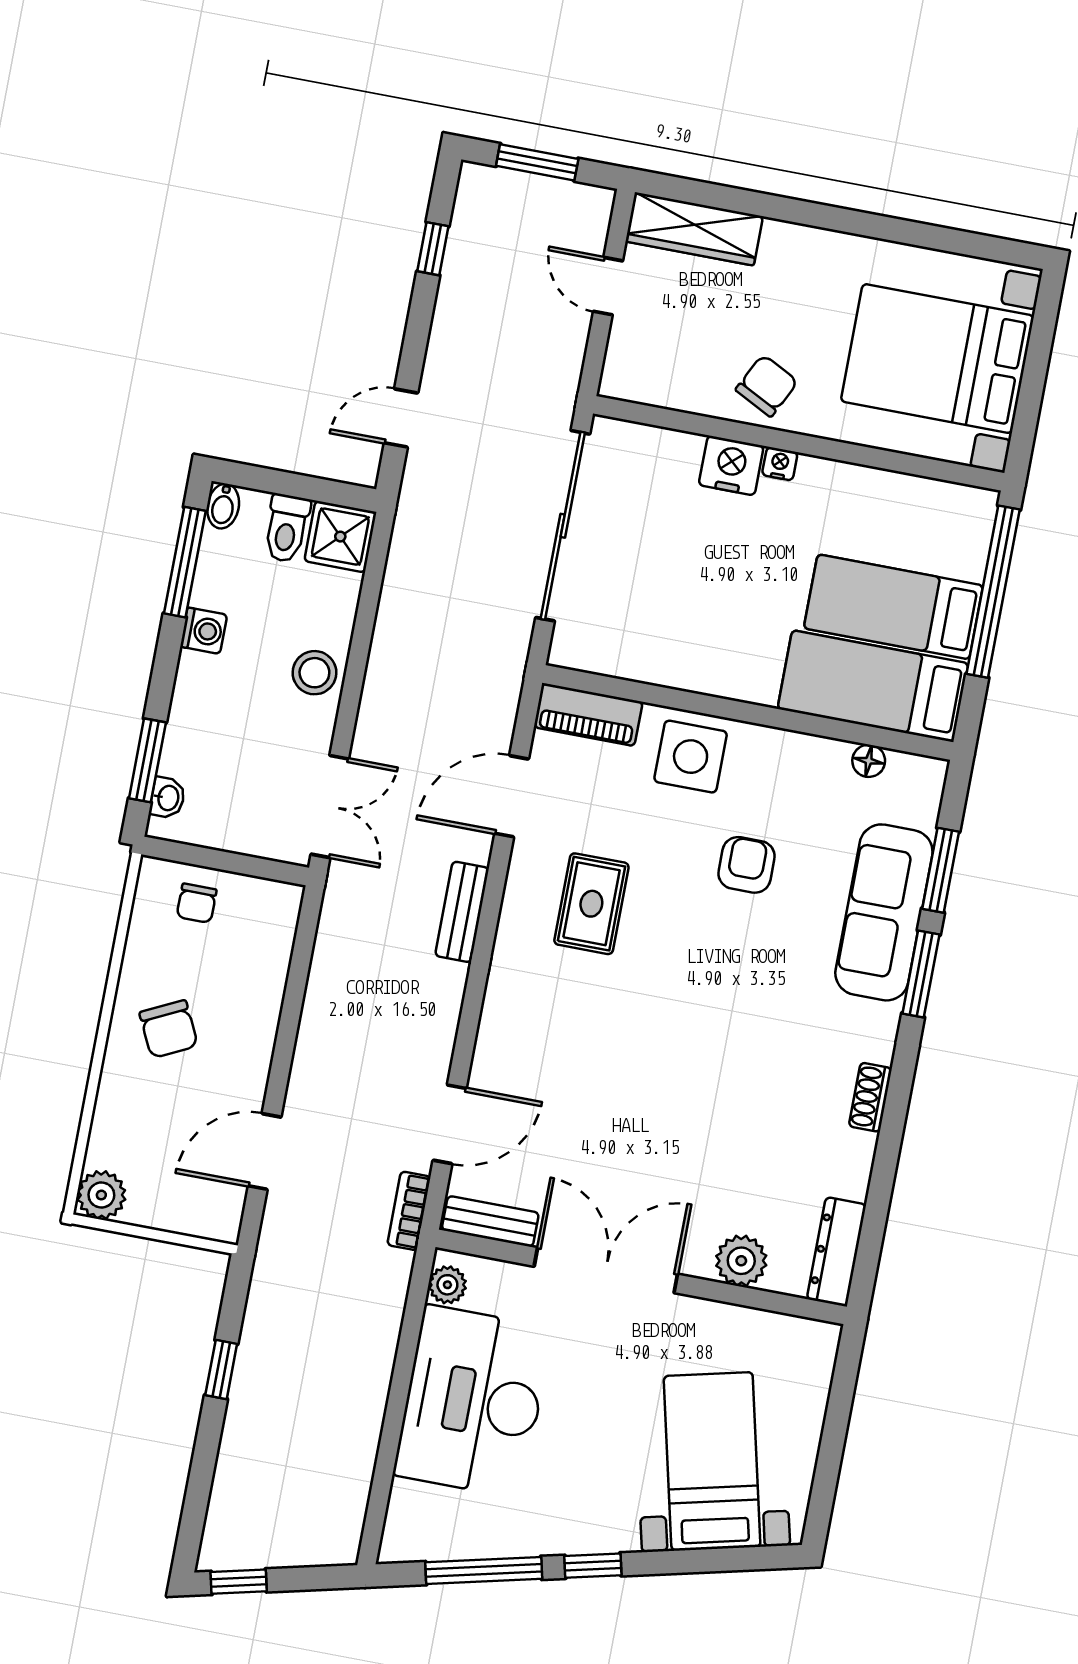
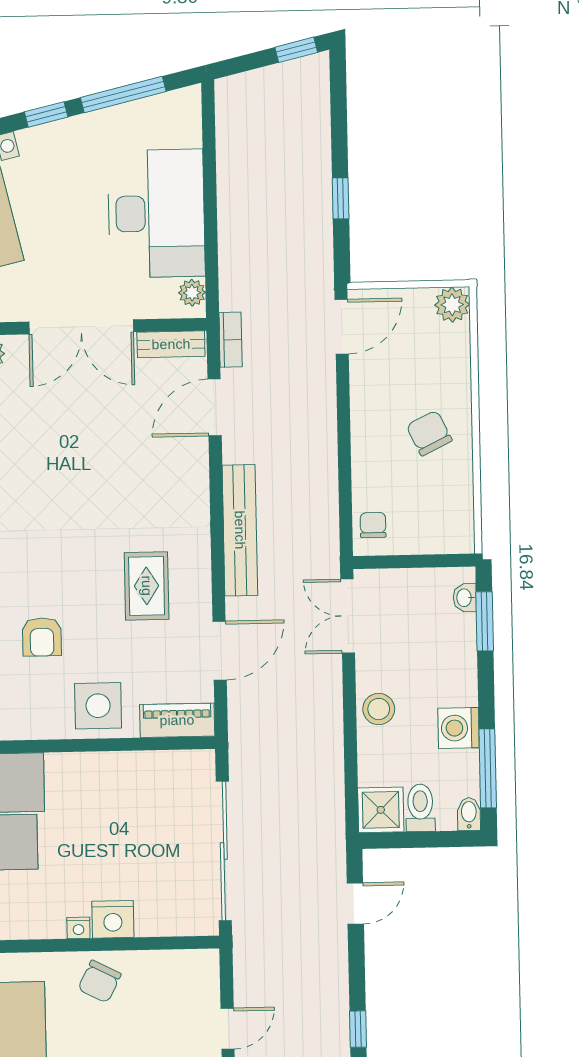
door: (608, 286) -> (228, 1029), hinge flipped
washing machine: (204, 631) -> (459, 728), width x1.38, depth x1.38
chair: (197, 903) -> (373, 525), moved
bench: (462, 912) -> (240, 530), width x1.86, depth x1.21
door: (265, 1152) -> (342, 327), moved

